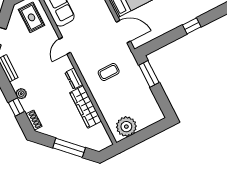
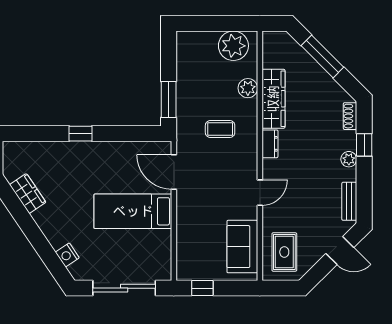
plant: (104, 105) -> (248, 88), added

